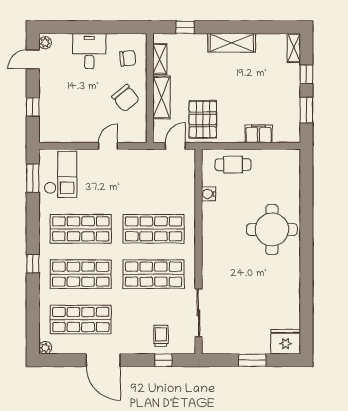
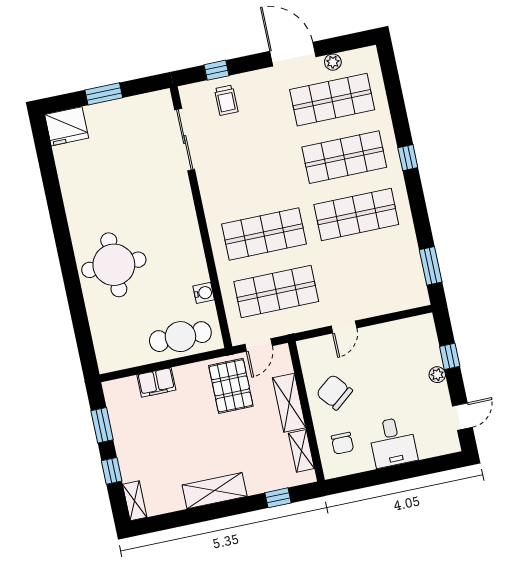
plant: (45, 43) -> (437, 375), moved
chair: (128, 58) -> (342, 443), turned -84
cafe table: (233, 165) -> (180, 337), width x1.37, depth x1.35
checkout: (60, 174) -> (397, 278), removed
shop shelf: (154, 274) -> (276, 291), moved
plant: (45, 348) -> (333, 62), moved

